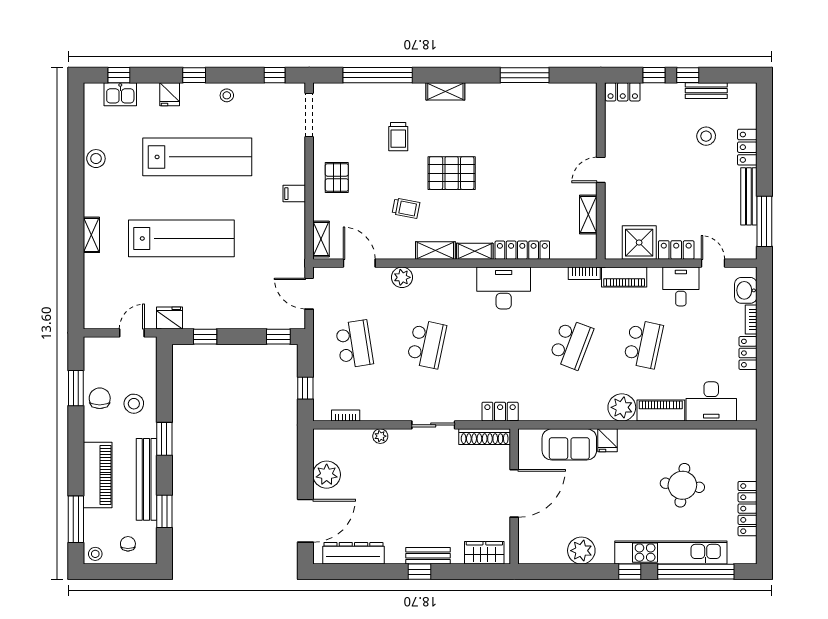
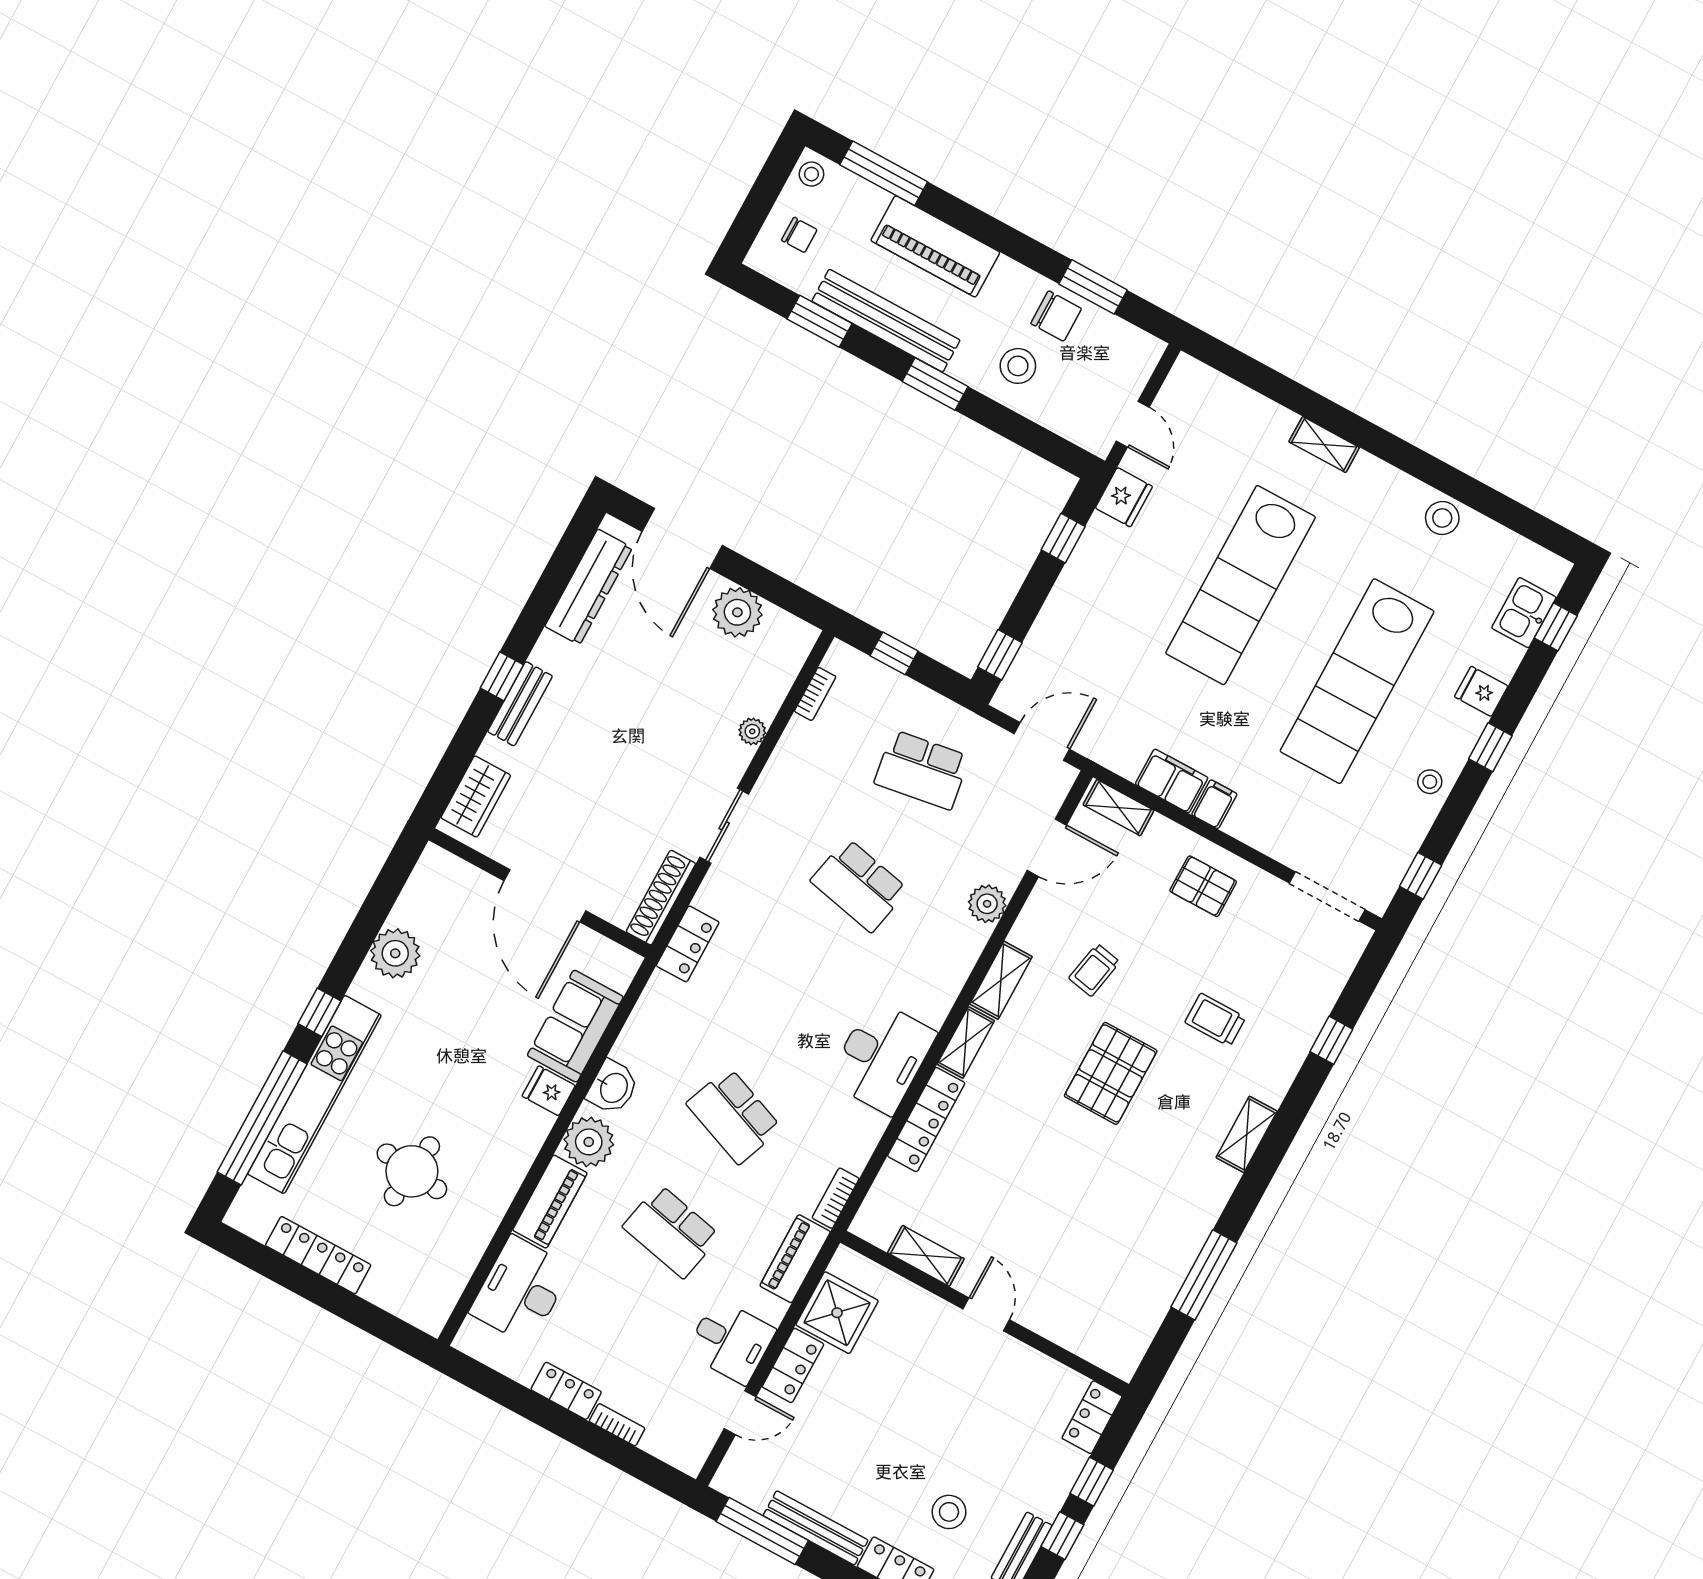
window: (378, 75) -> (1331, 1040), width x0.32
filing cabinet: (294, 220) -> (1172, 781), added
washbasin: (746, 290) -> (613, 1087), moved, turned 90

